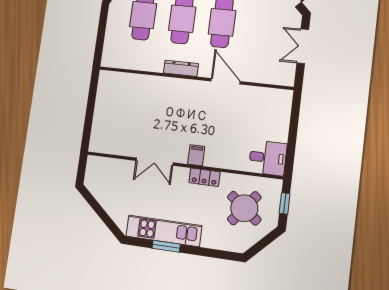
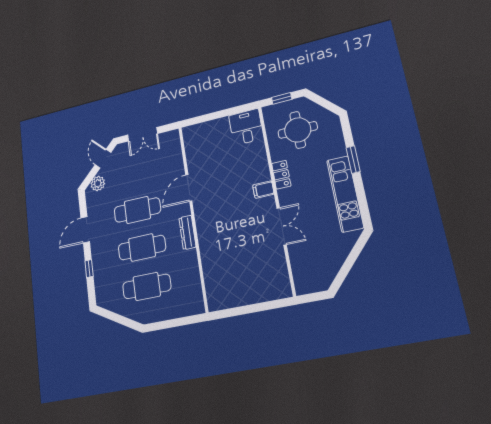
round table: (244, 208) -> (298, 130), turned -38
window: (166, 246) -> (353, 160), moved

